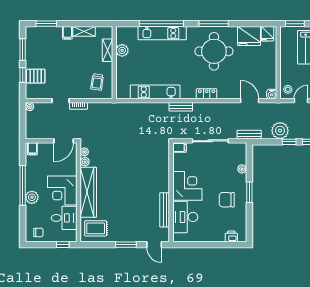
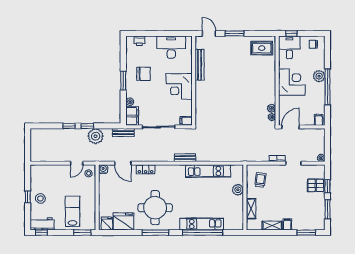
plant: (122, 50) -> (238, 190), moved
locker: (207, 94) -> (146, 169), moved
filing cabinet: (240, 153) -> (132, 116), added
wardrobe: (88, 192) -> (268, 81), removed
desk: (185, 217) -> (171, 47), moved, turned -90
desk: (64, 218) -> (289, 47), moved, turned 90

